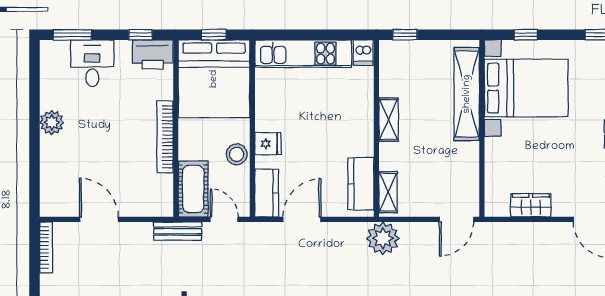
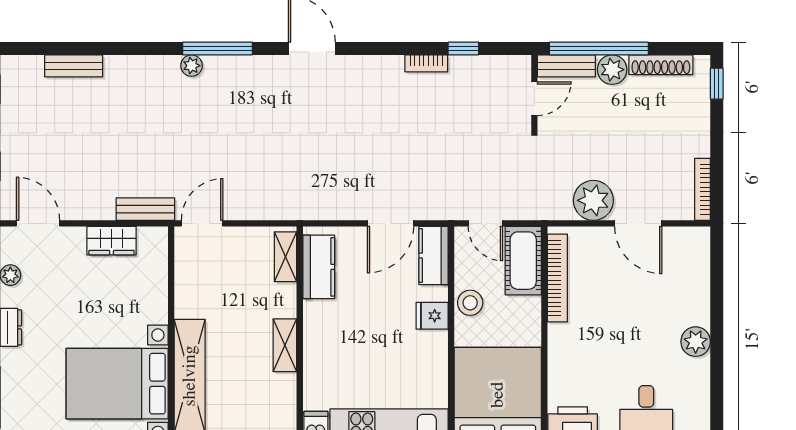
bookcase: (165, 137) -> (557, 278), moved
bench: (178, 231) -> (145, 209), moved
plant: (383, 238) -> (593, 200), moved

